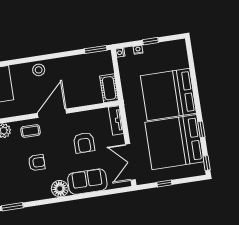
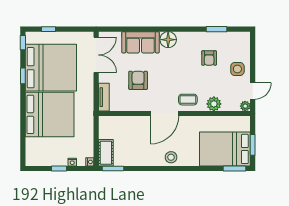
cot: (109, 88) -> (106, 153), moved
armchair: (37, 163) -> (209, 58), moved, turned -90
window: (164, 184) -> (48, 29), moved

